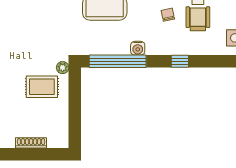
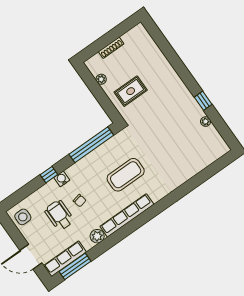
water cooler: (138, 48) -> (62, 179), moved
plant: (63, 68) -> (101, 79), moved

